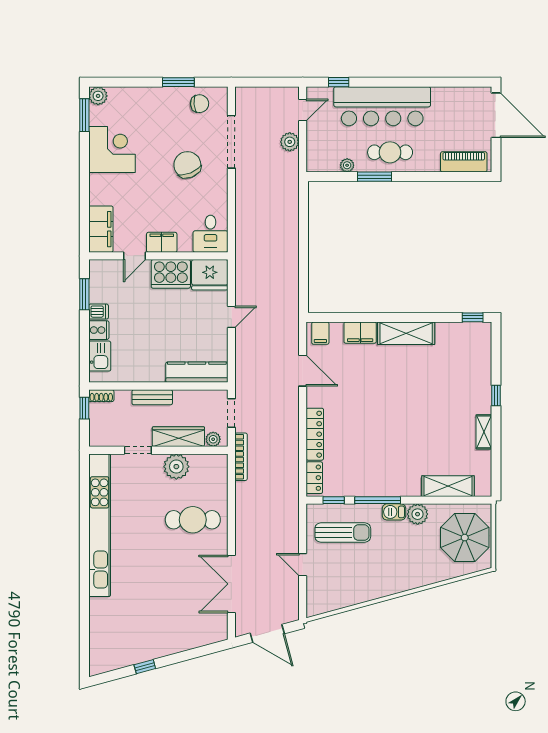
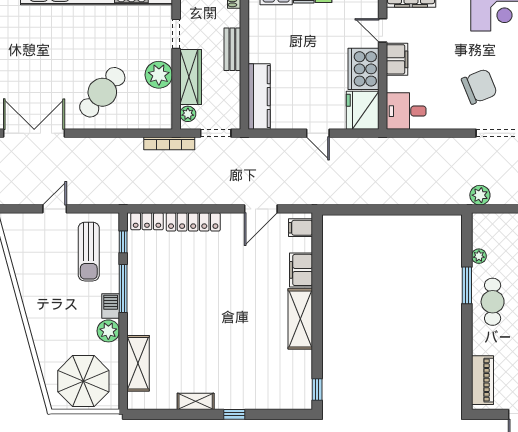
plant: (290, 142) -> (480, 195), moved
cafe table: (193, 520) -> (102, 92), turned 40

